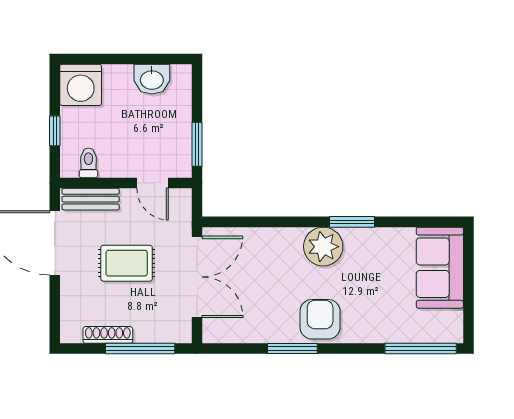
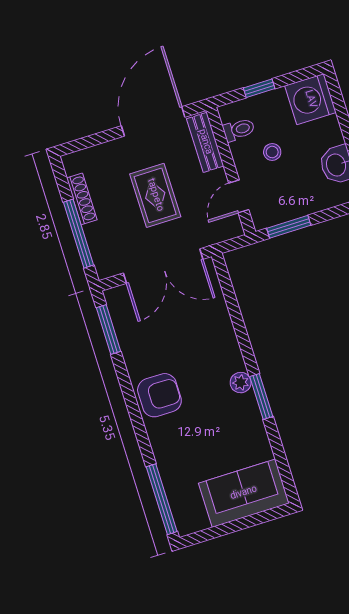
stool: (120, 138) -> (272, 152), added
plant: (323, 247) -> (241, 383), width x0.53, depth x0.53
window: (292, 349) -> (108, 329), moved

